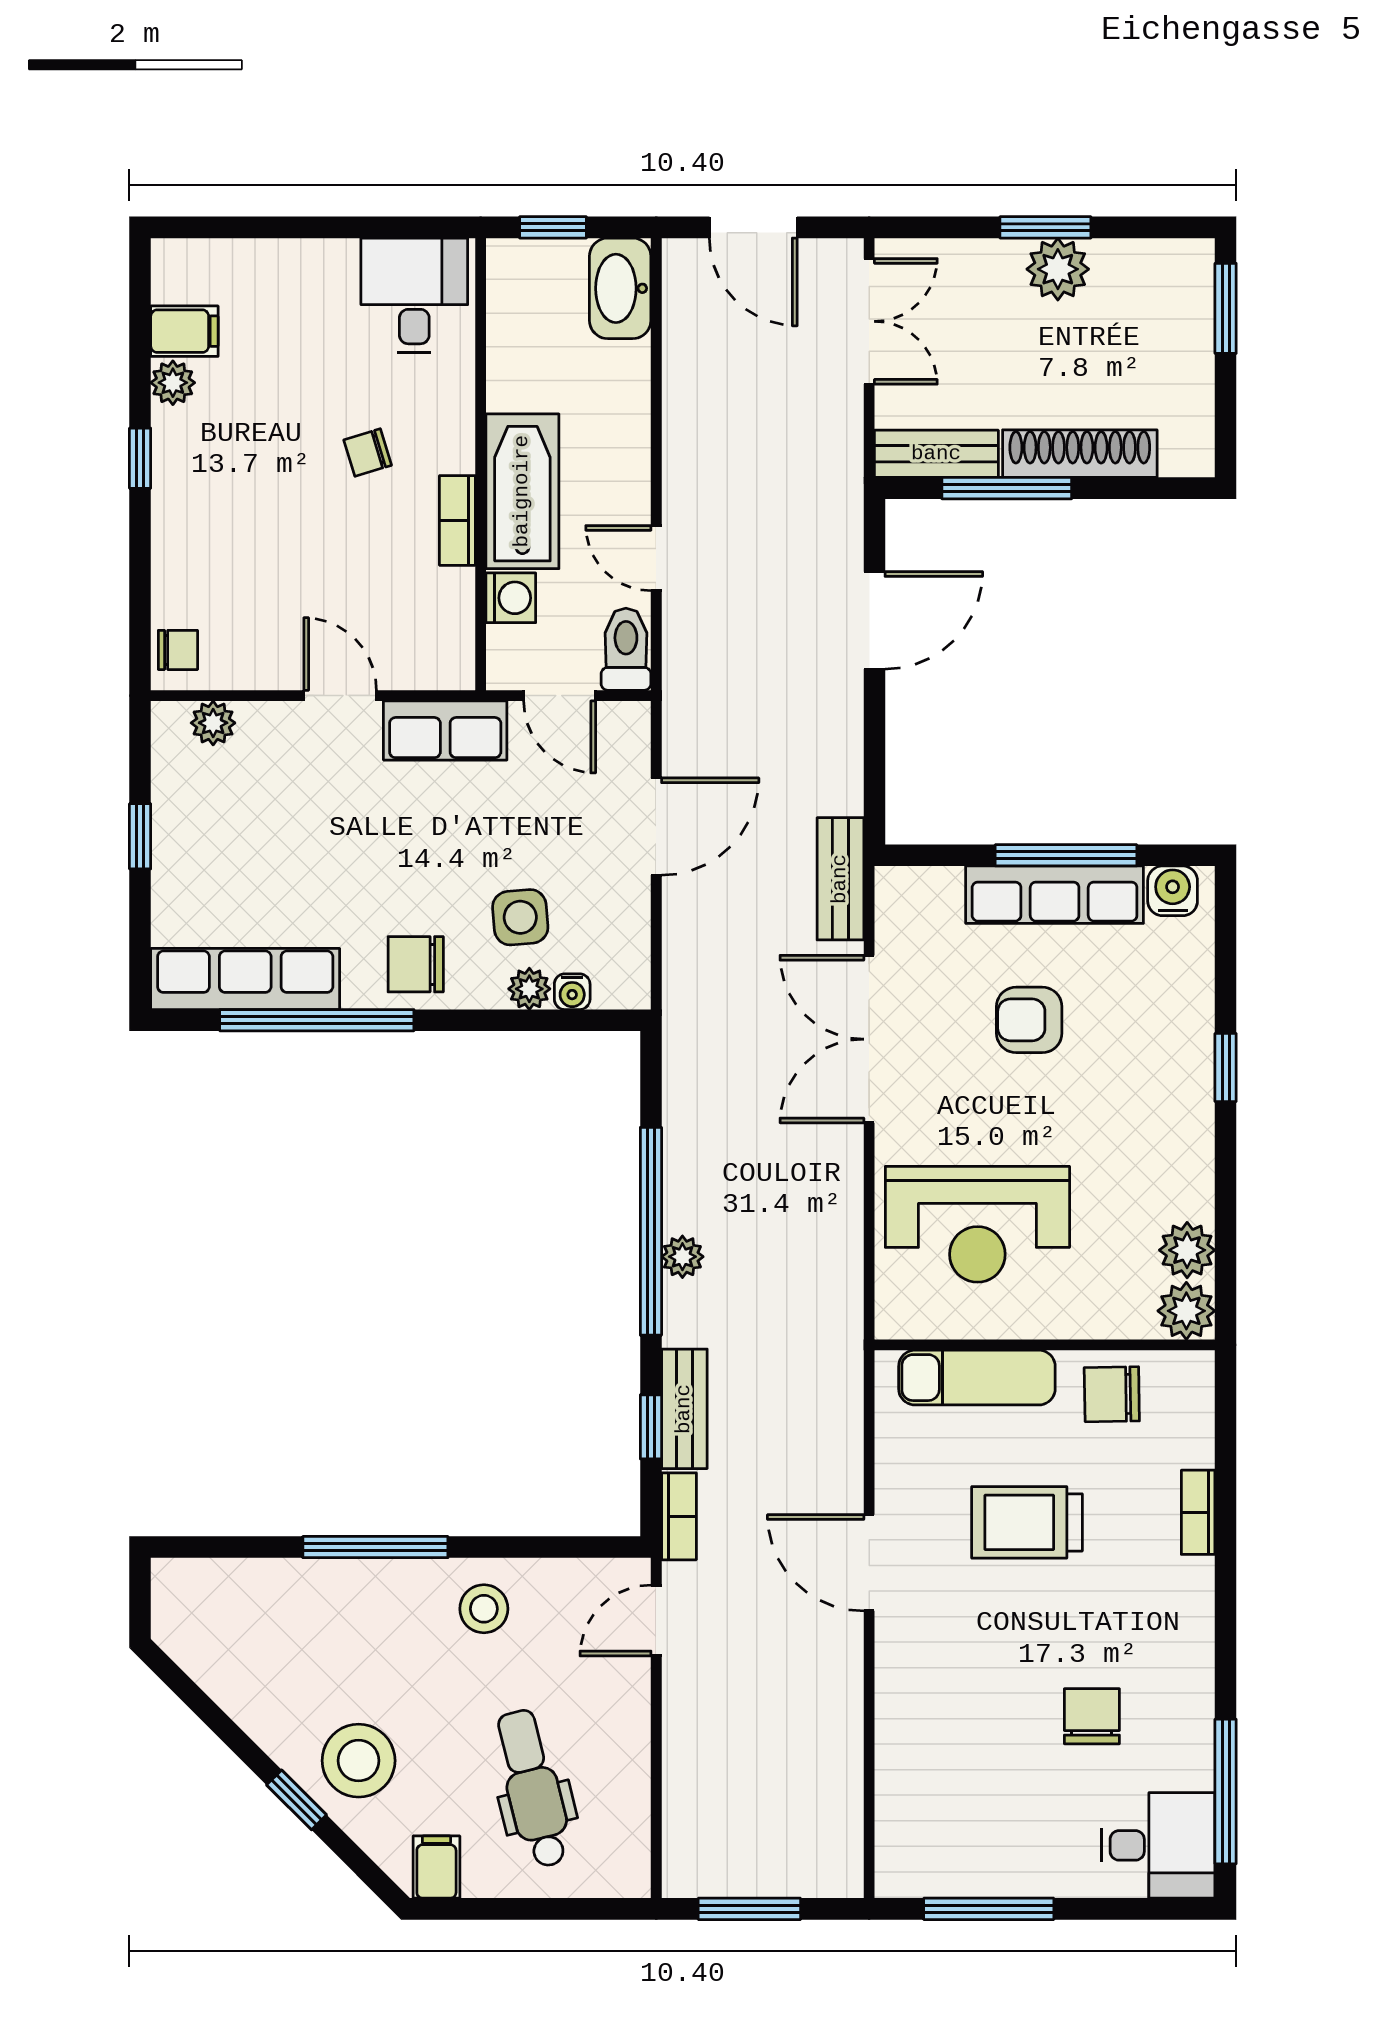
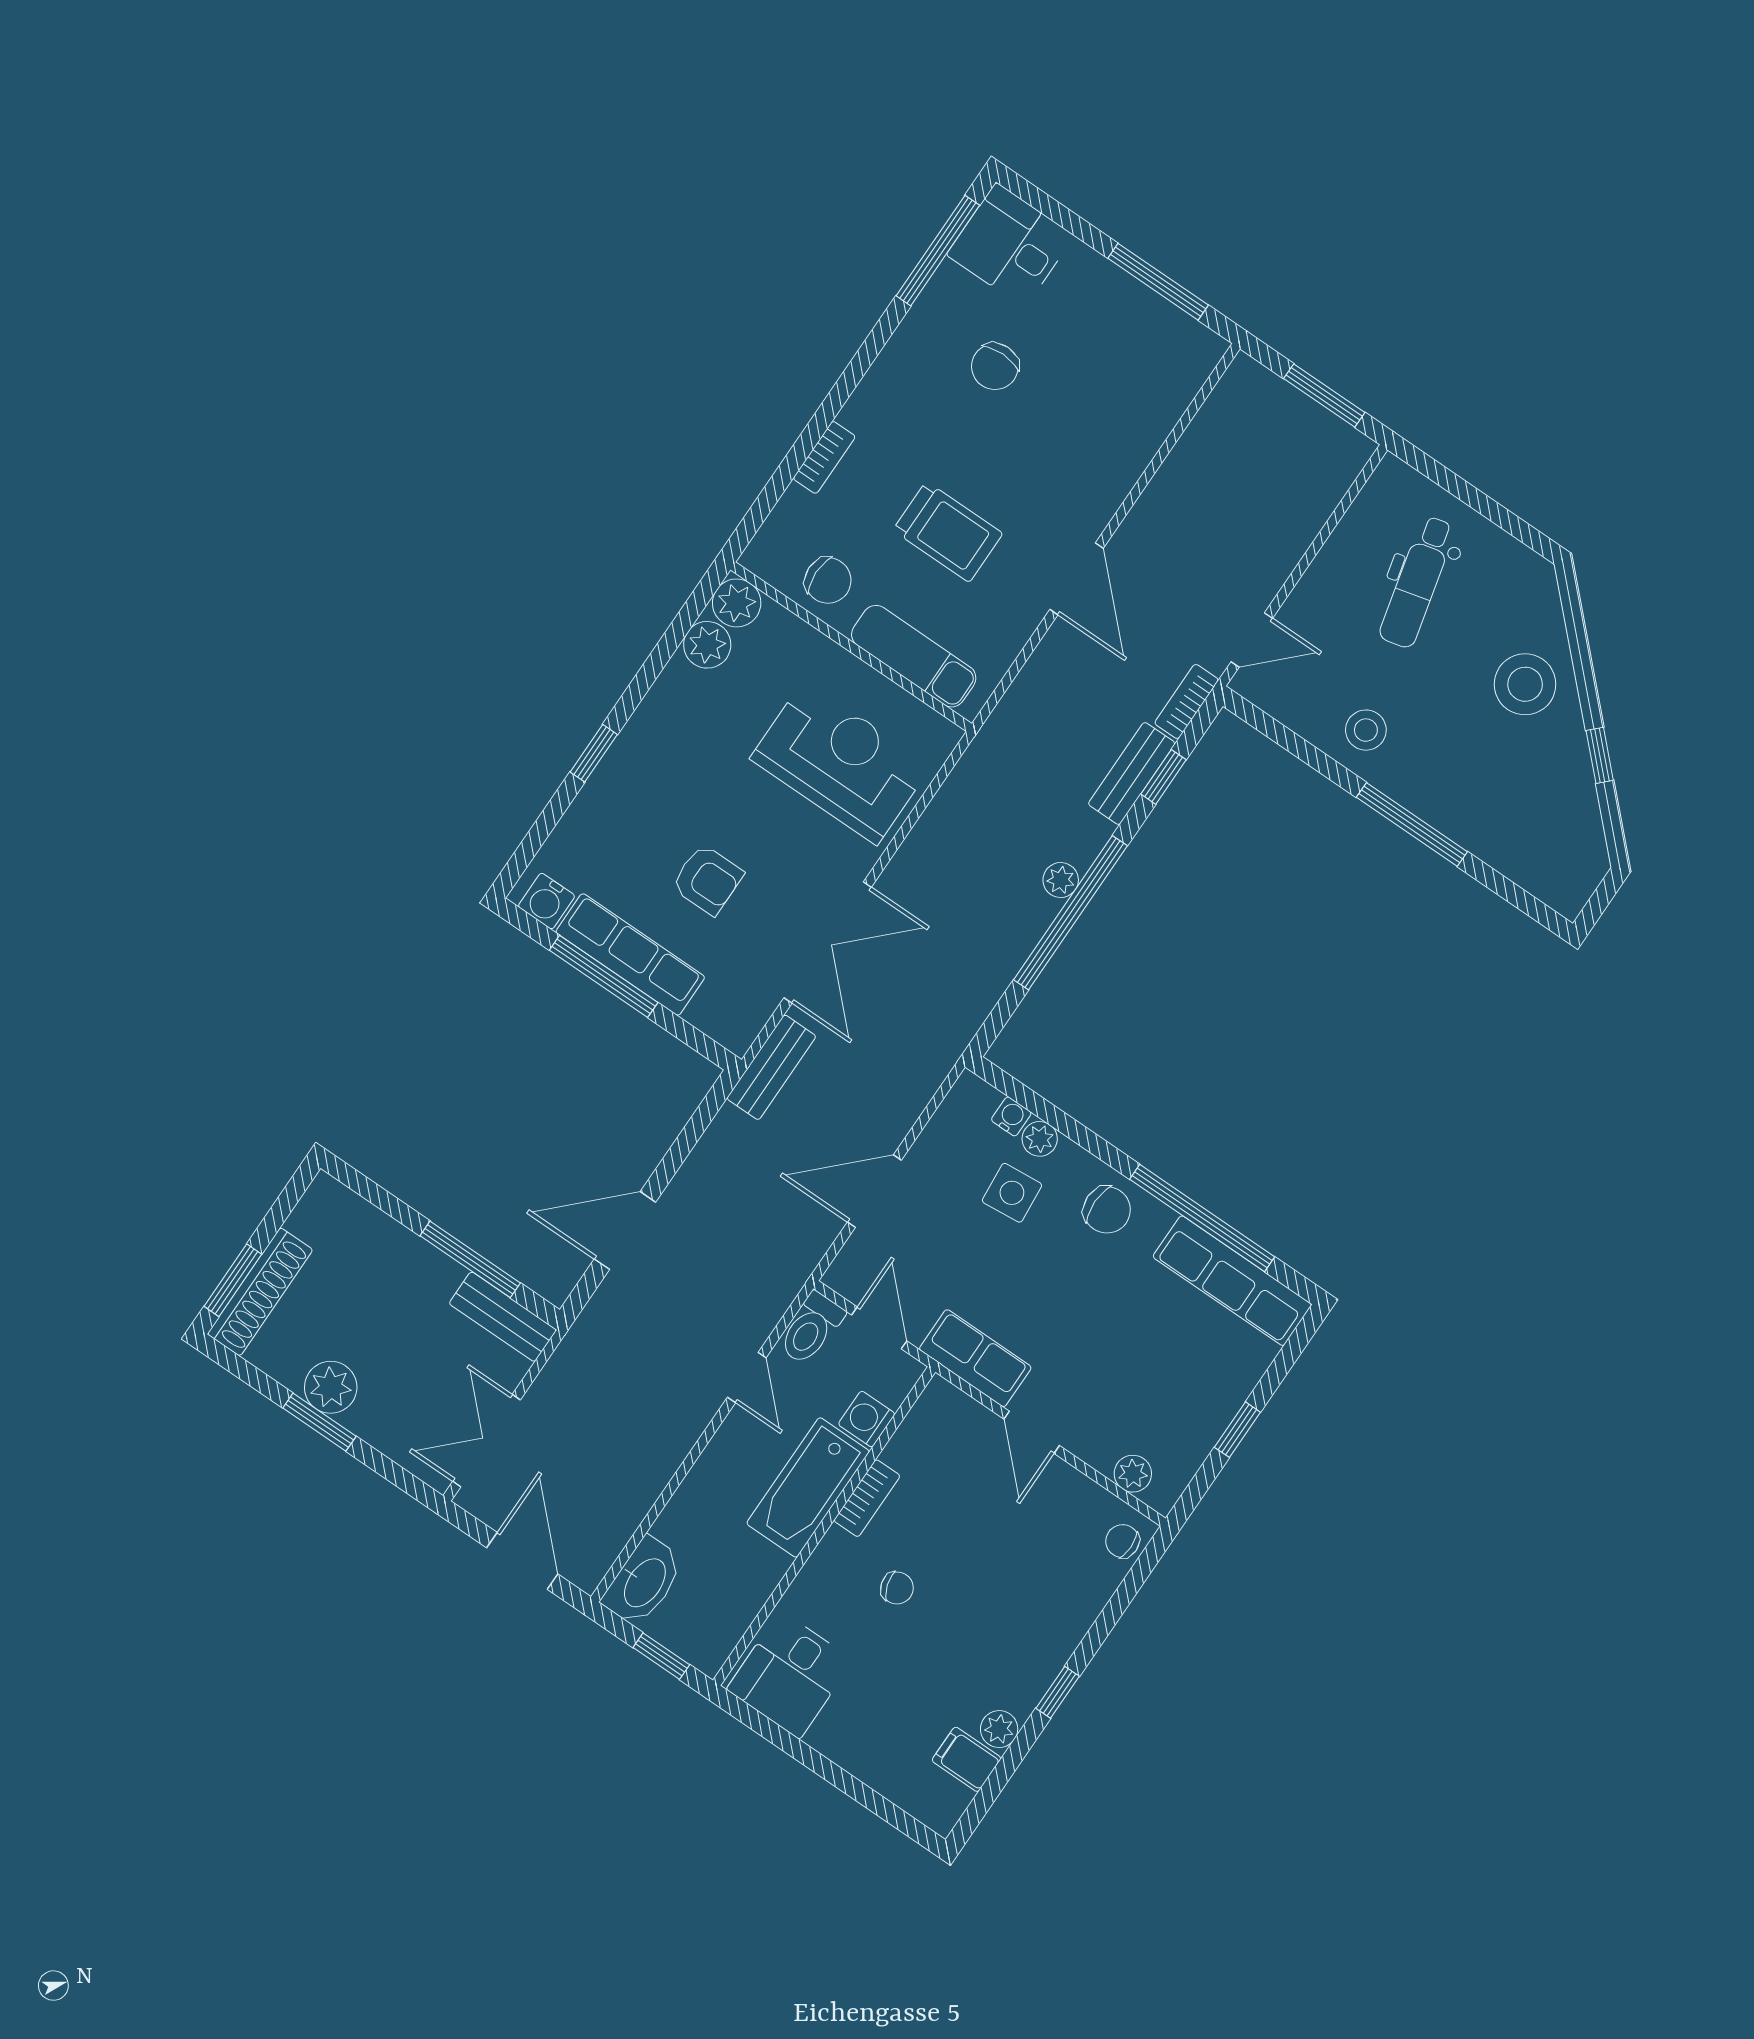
shoe rack: (1080, 454) -> (260, 1292), moved, turned -90
window: (297, 1800) -> (1600, 755), moved
filing cabinet: (436, 1867) -> (1522, 573), removed

